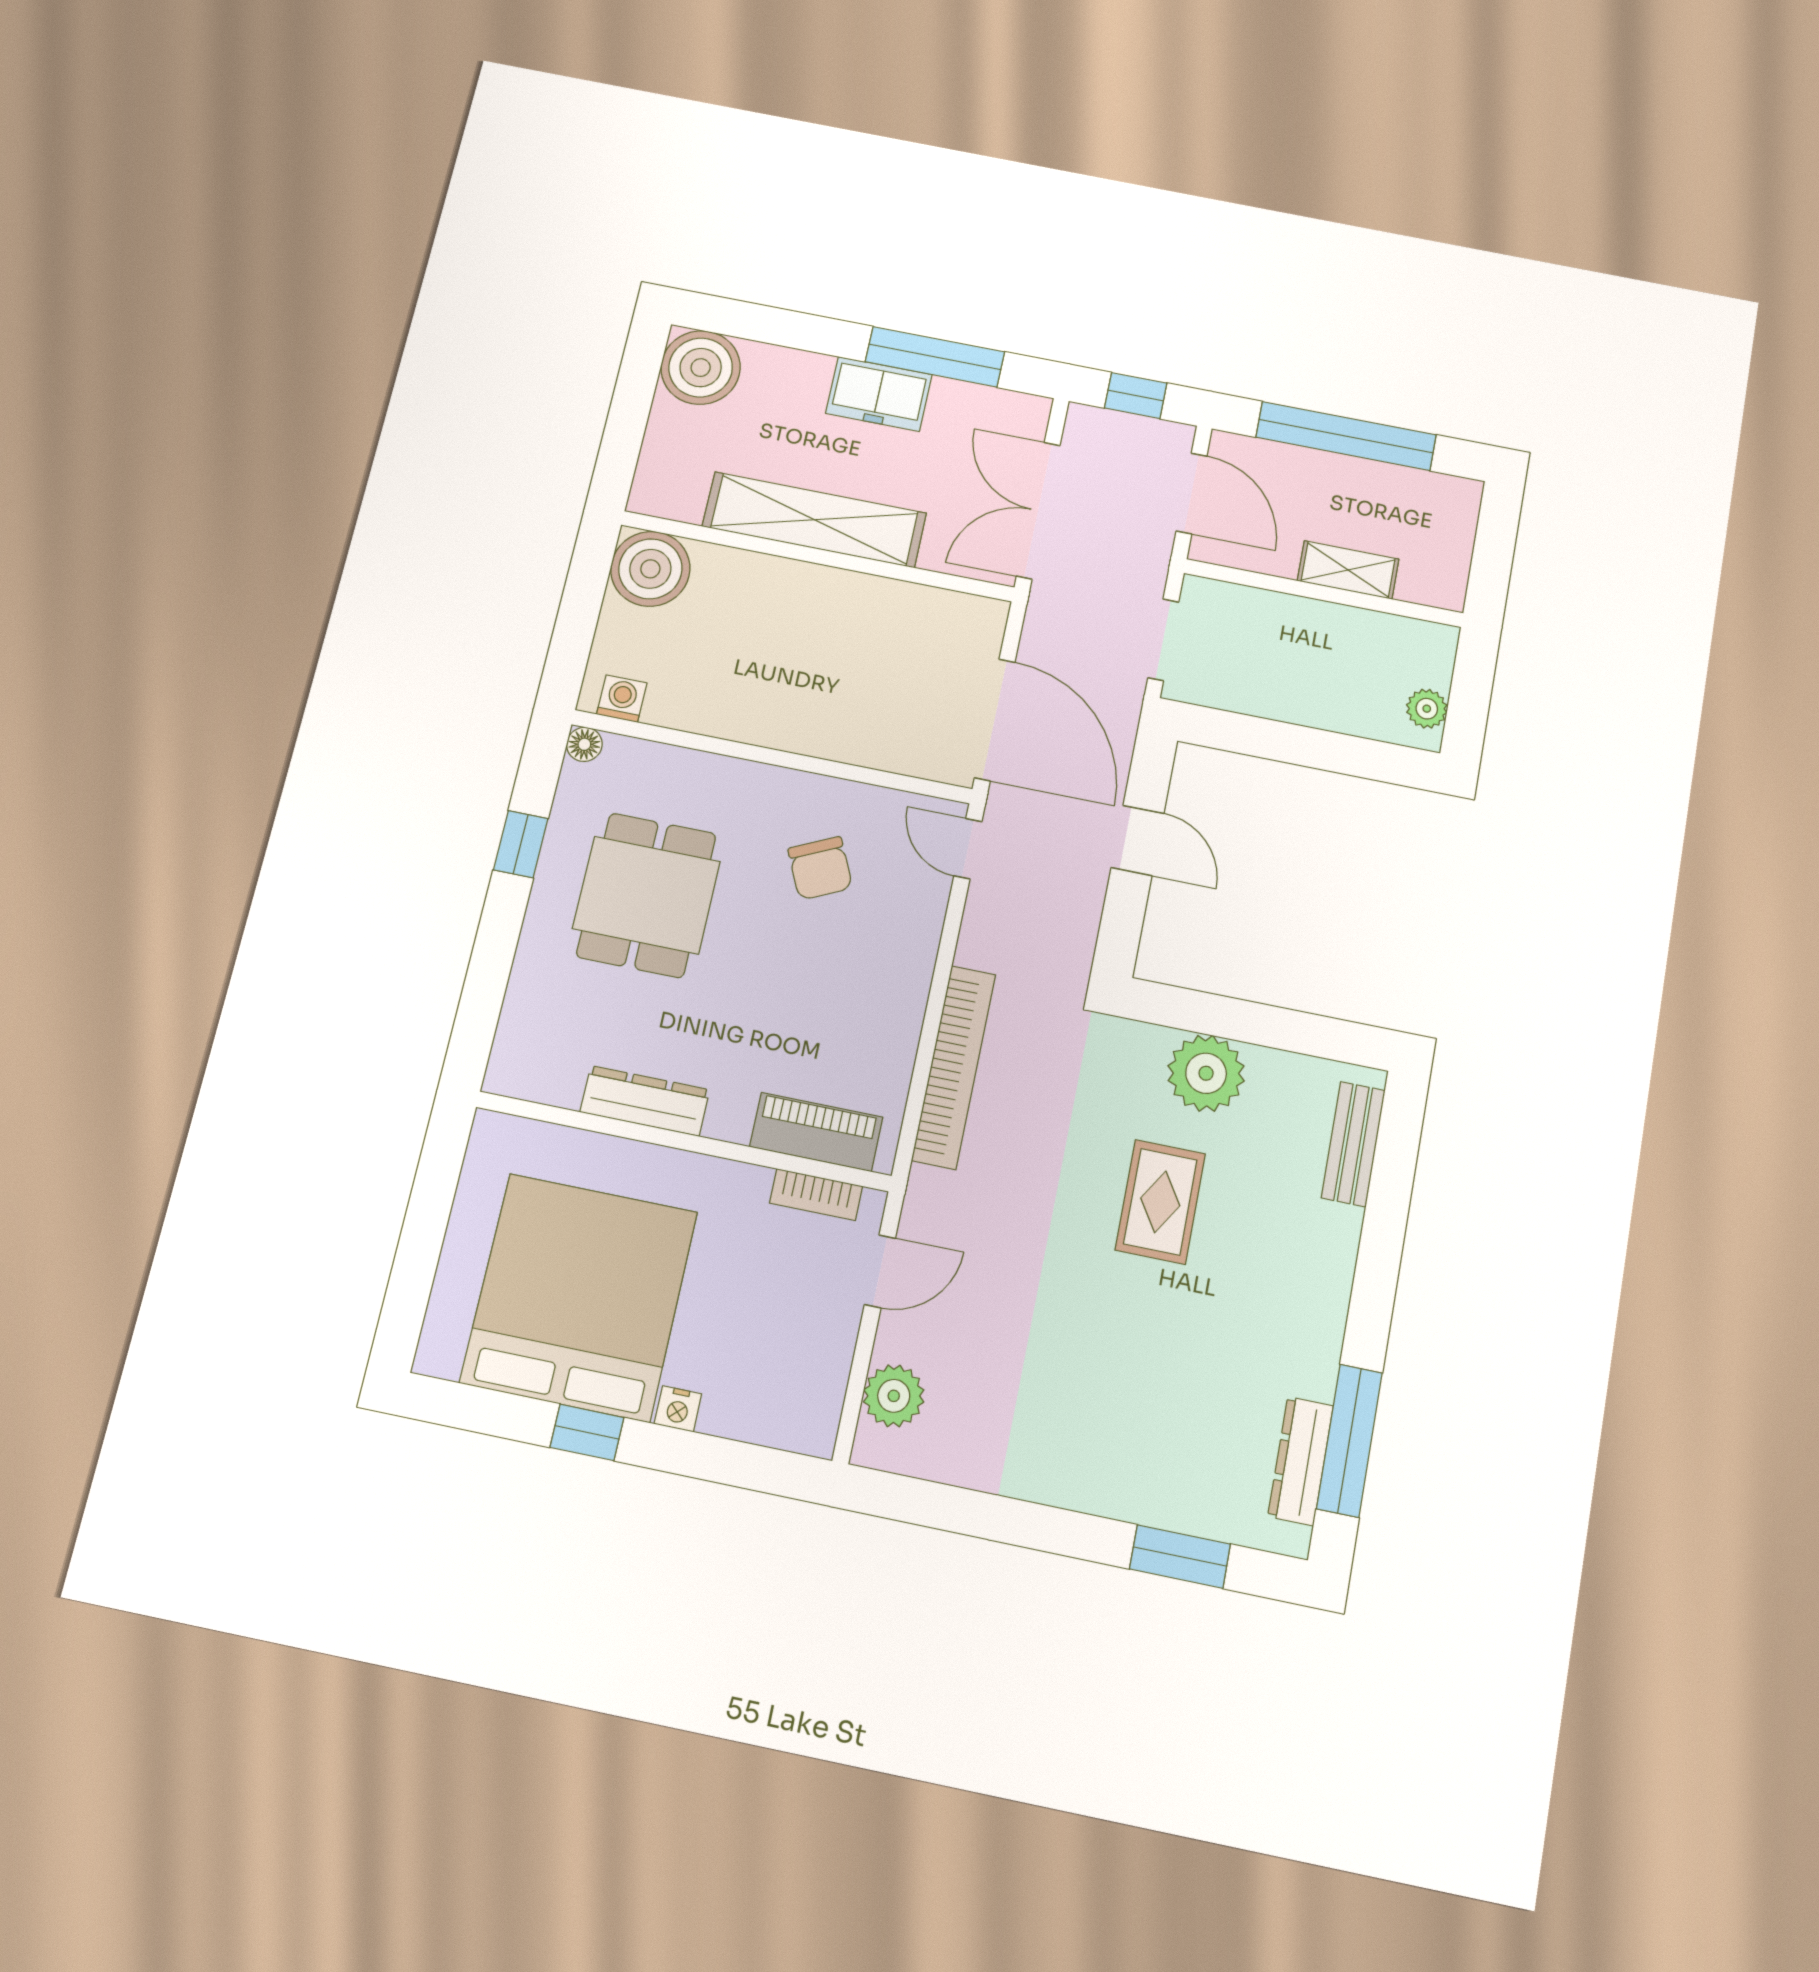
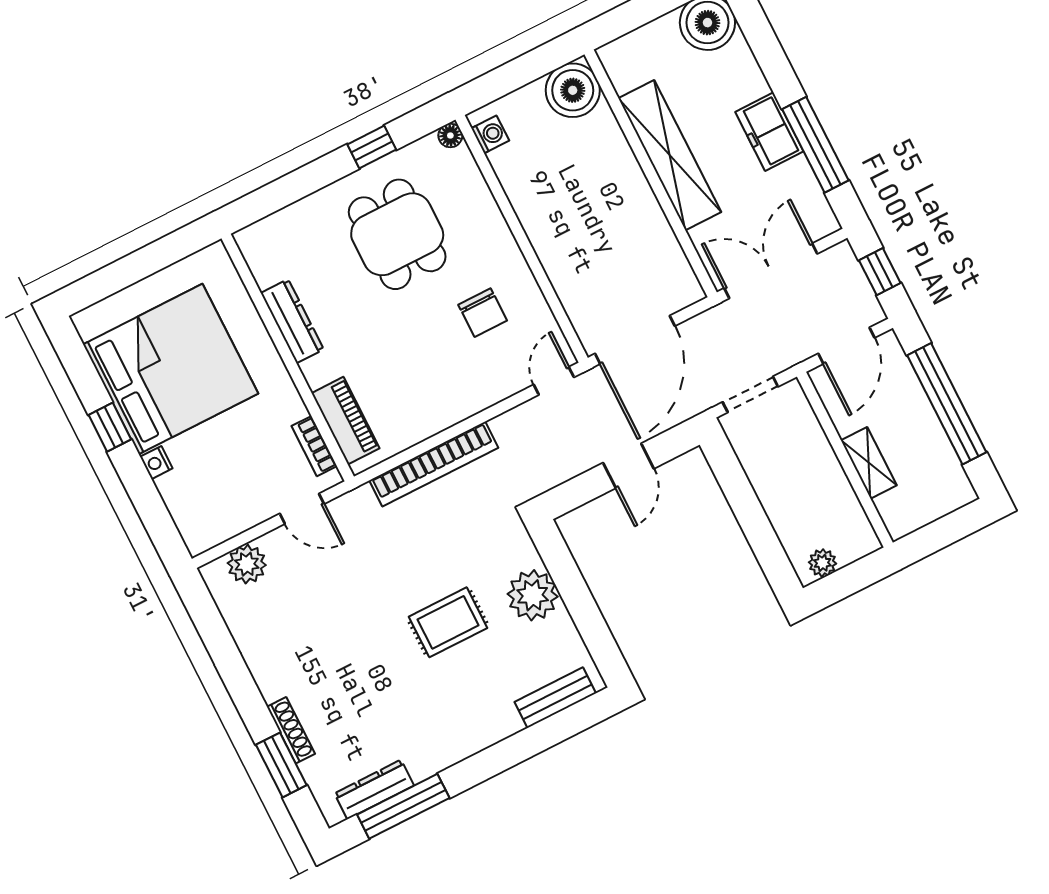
chair: (820, 868) -> (483, 313), turned -65
dining table: (646, 895) -> (397, 234), turned 90
shoe rack: (1145, 1508) -> (291, 730), added

